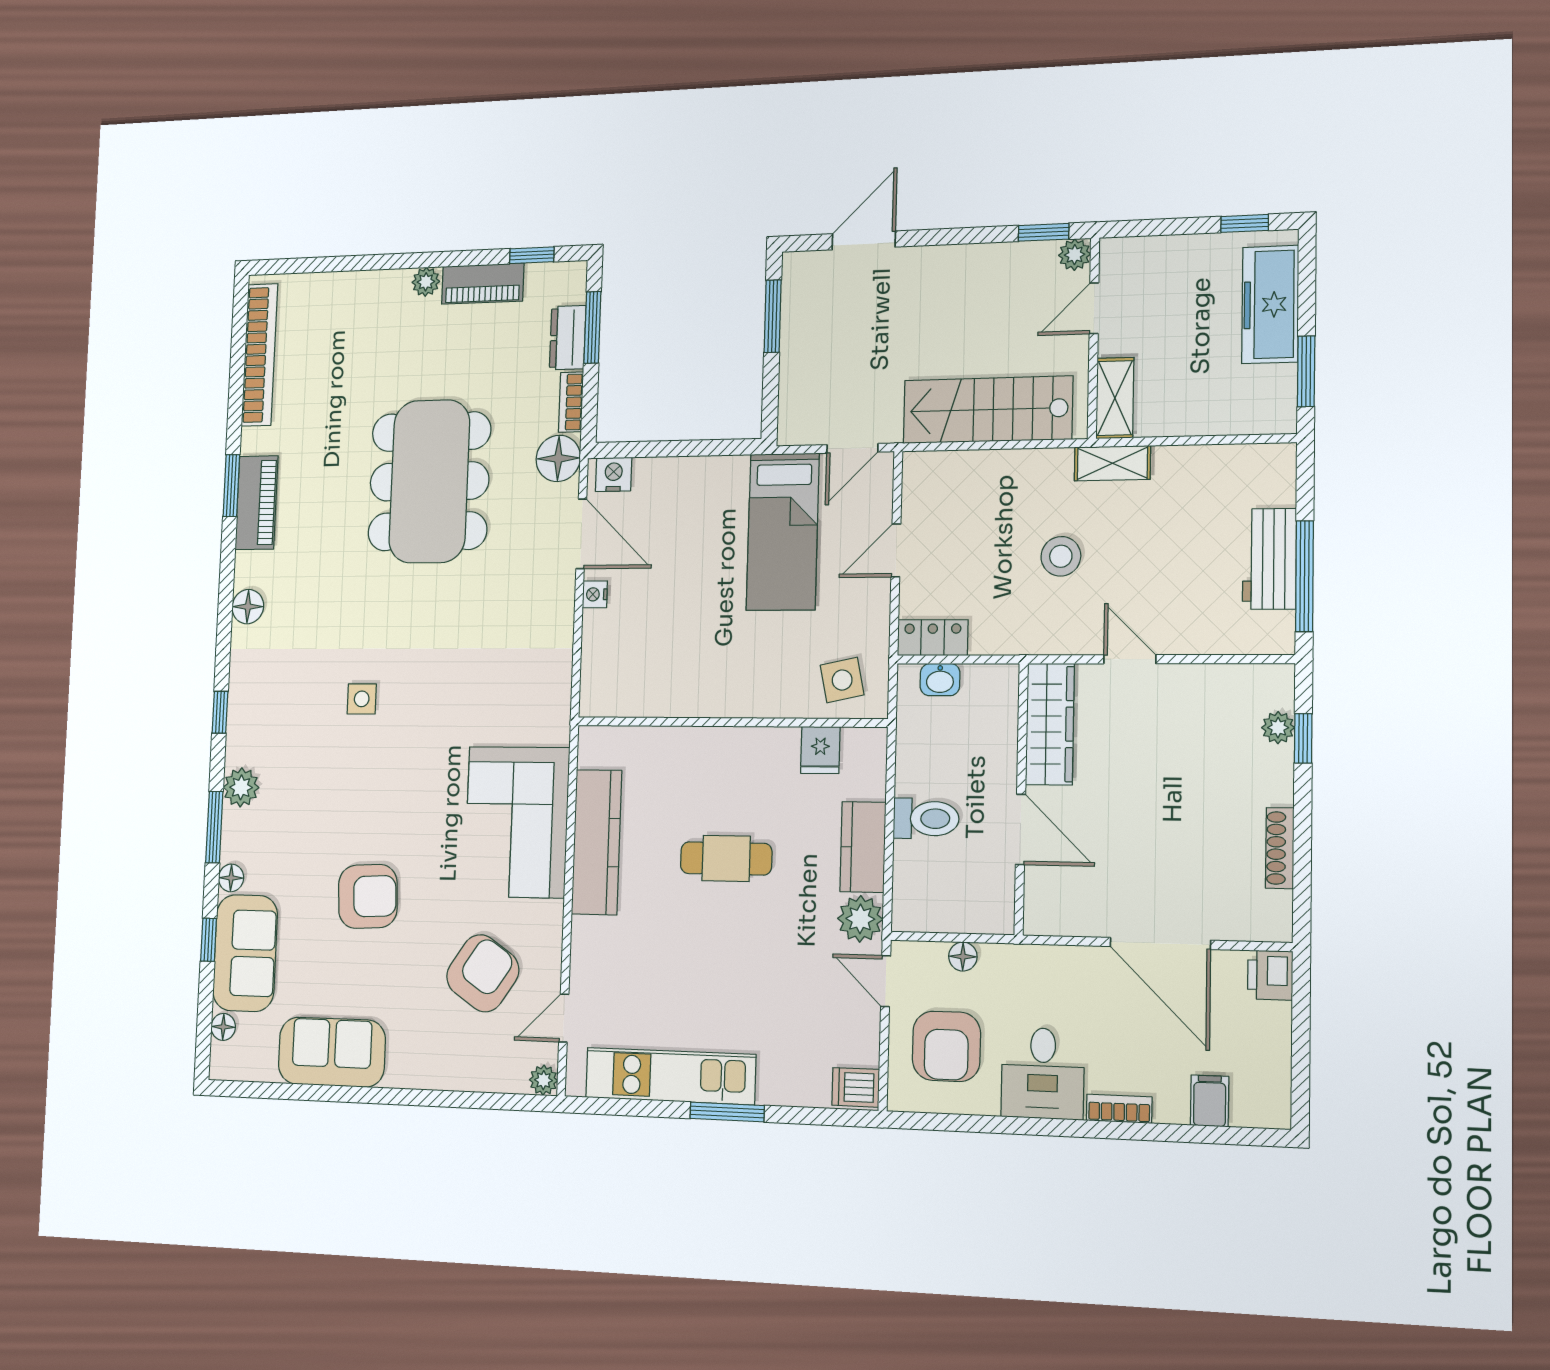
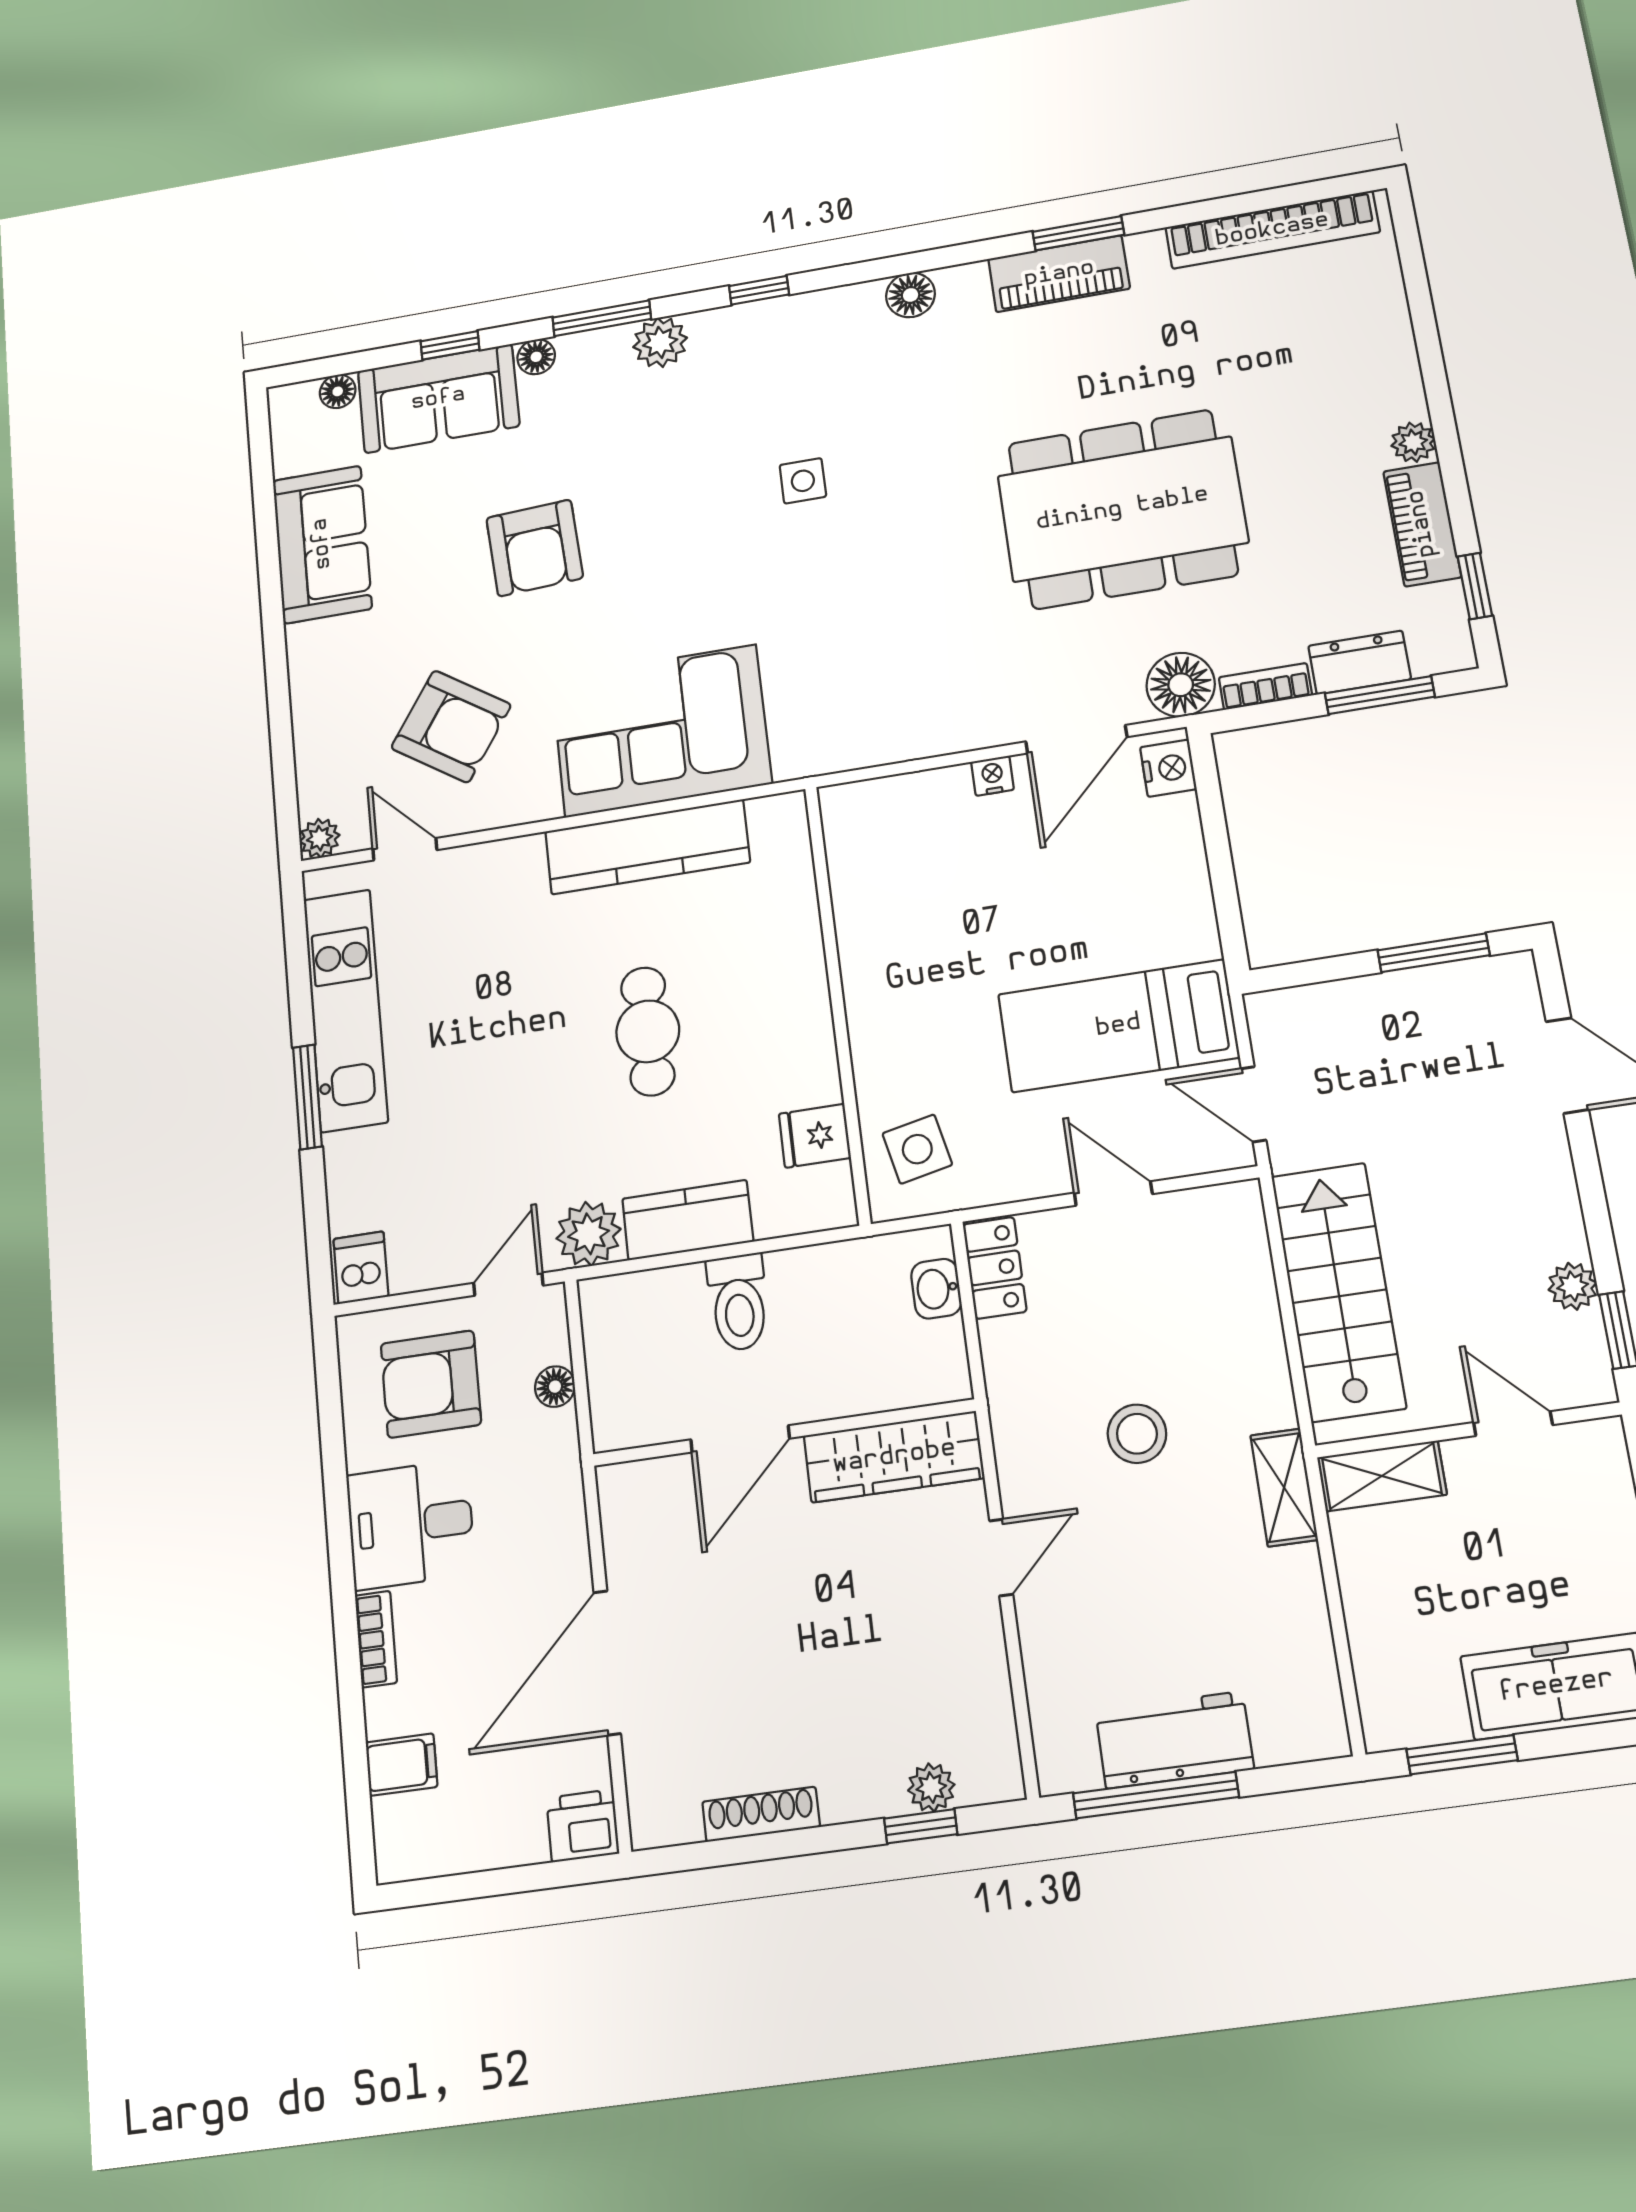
plant: (1075, 255) -> (1573, 1286), moved

